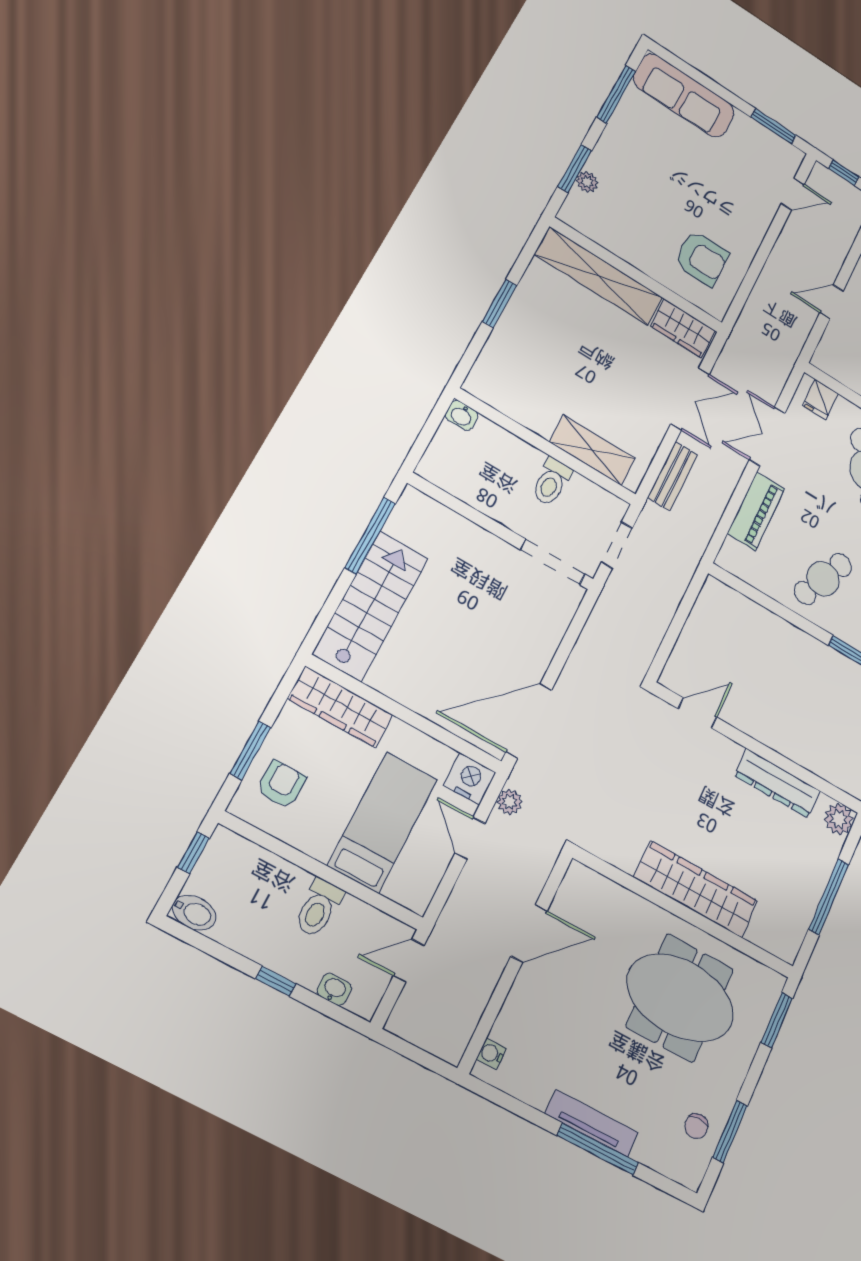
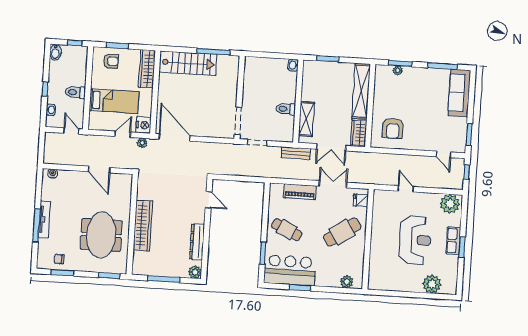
washbasin: (462, 415) -> (293, 65), moved
wall: (546, 447) -> (298, 101), moved
shelving: (592, 450) -> (306, 119), moved
toilet: (552, 482) -> (286, 109), moved

